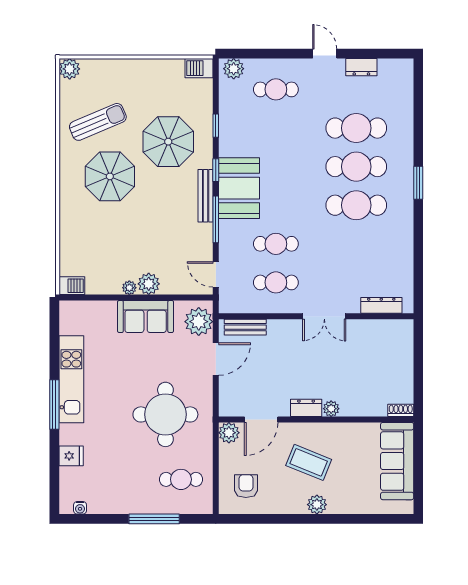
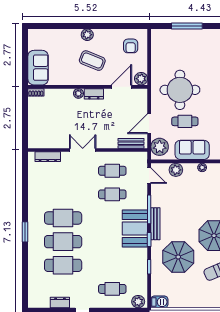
plant: (149, 284) -> (176, 170), moved
sofa: (397, 461) -> (38, 68), width x0.73
cafe table: (181, 479) -> (185, 121), moved

